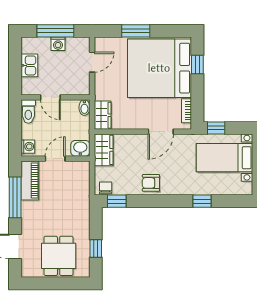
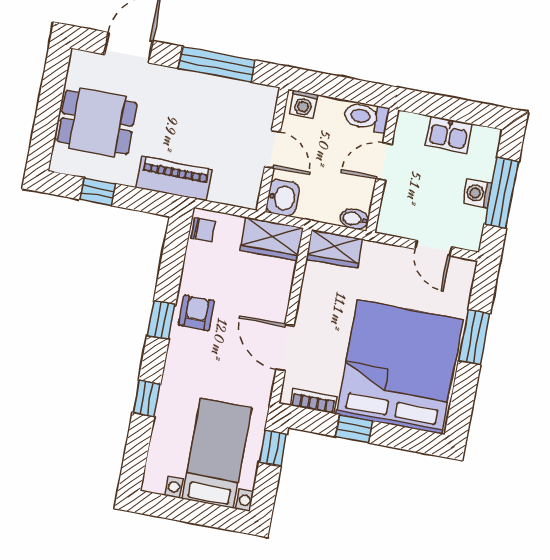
window: (197, 64) -> (354, 429), moved
piano: (30, 180) -> (174, 179), moved, turned 180
window: (117, 201) -> (161, 320), moved

